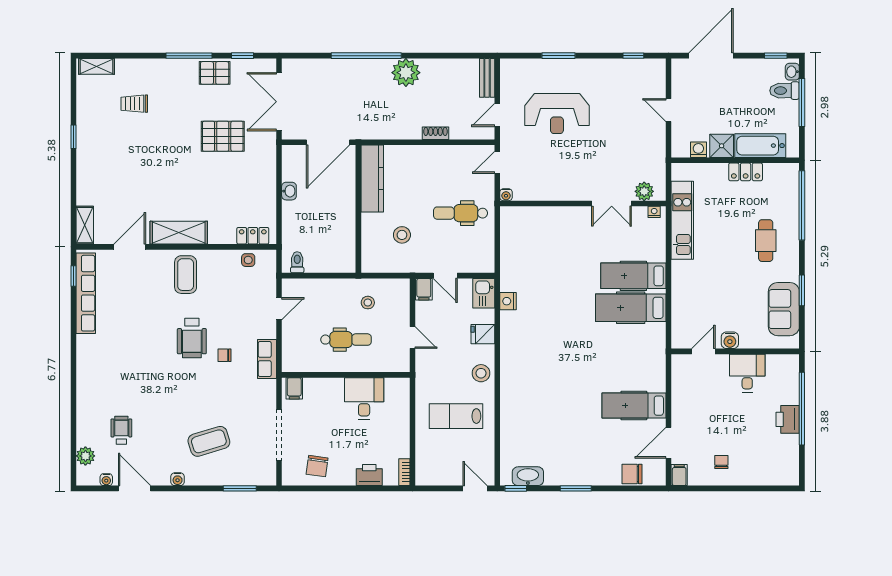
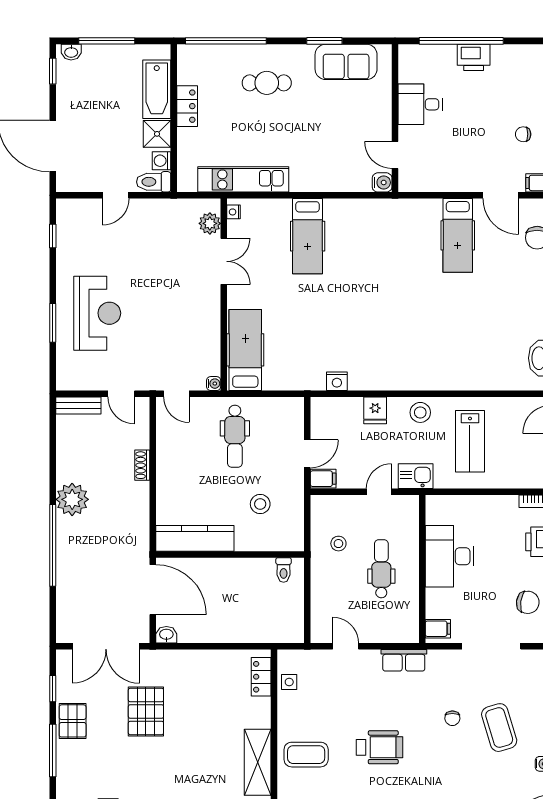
toilet: (785, 91) -> (154, 182), moved, turned 90
reception desk: (557, 114) -> (97, 313), moved
washbasin: (289, 191) -> (166, 635), moved
toilet: (297, 262) -> (284, 570), moved, turned -90
kitchen sink: (484, 293) -> (416, 476), moved, turned 180
hospital bed: (631, 308) -> (245, 350), moved, turned 180
water cooler: (730, 340) -> (382, 182), moved
chair: (224, 355) -> (452, 718), moved
desk: (364, 399) -> (450, 556), width x1.37

